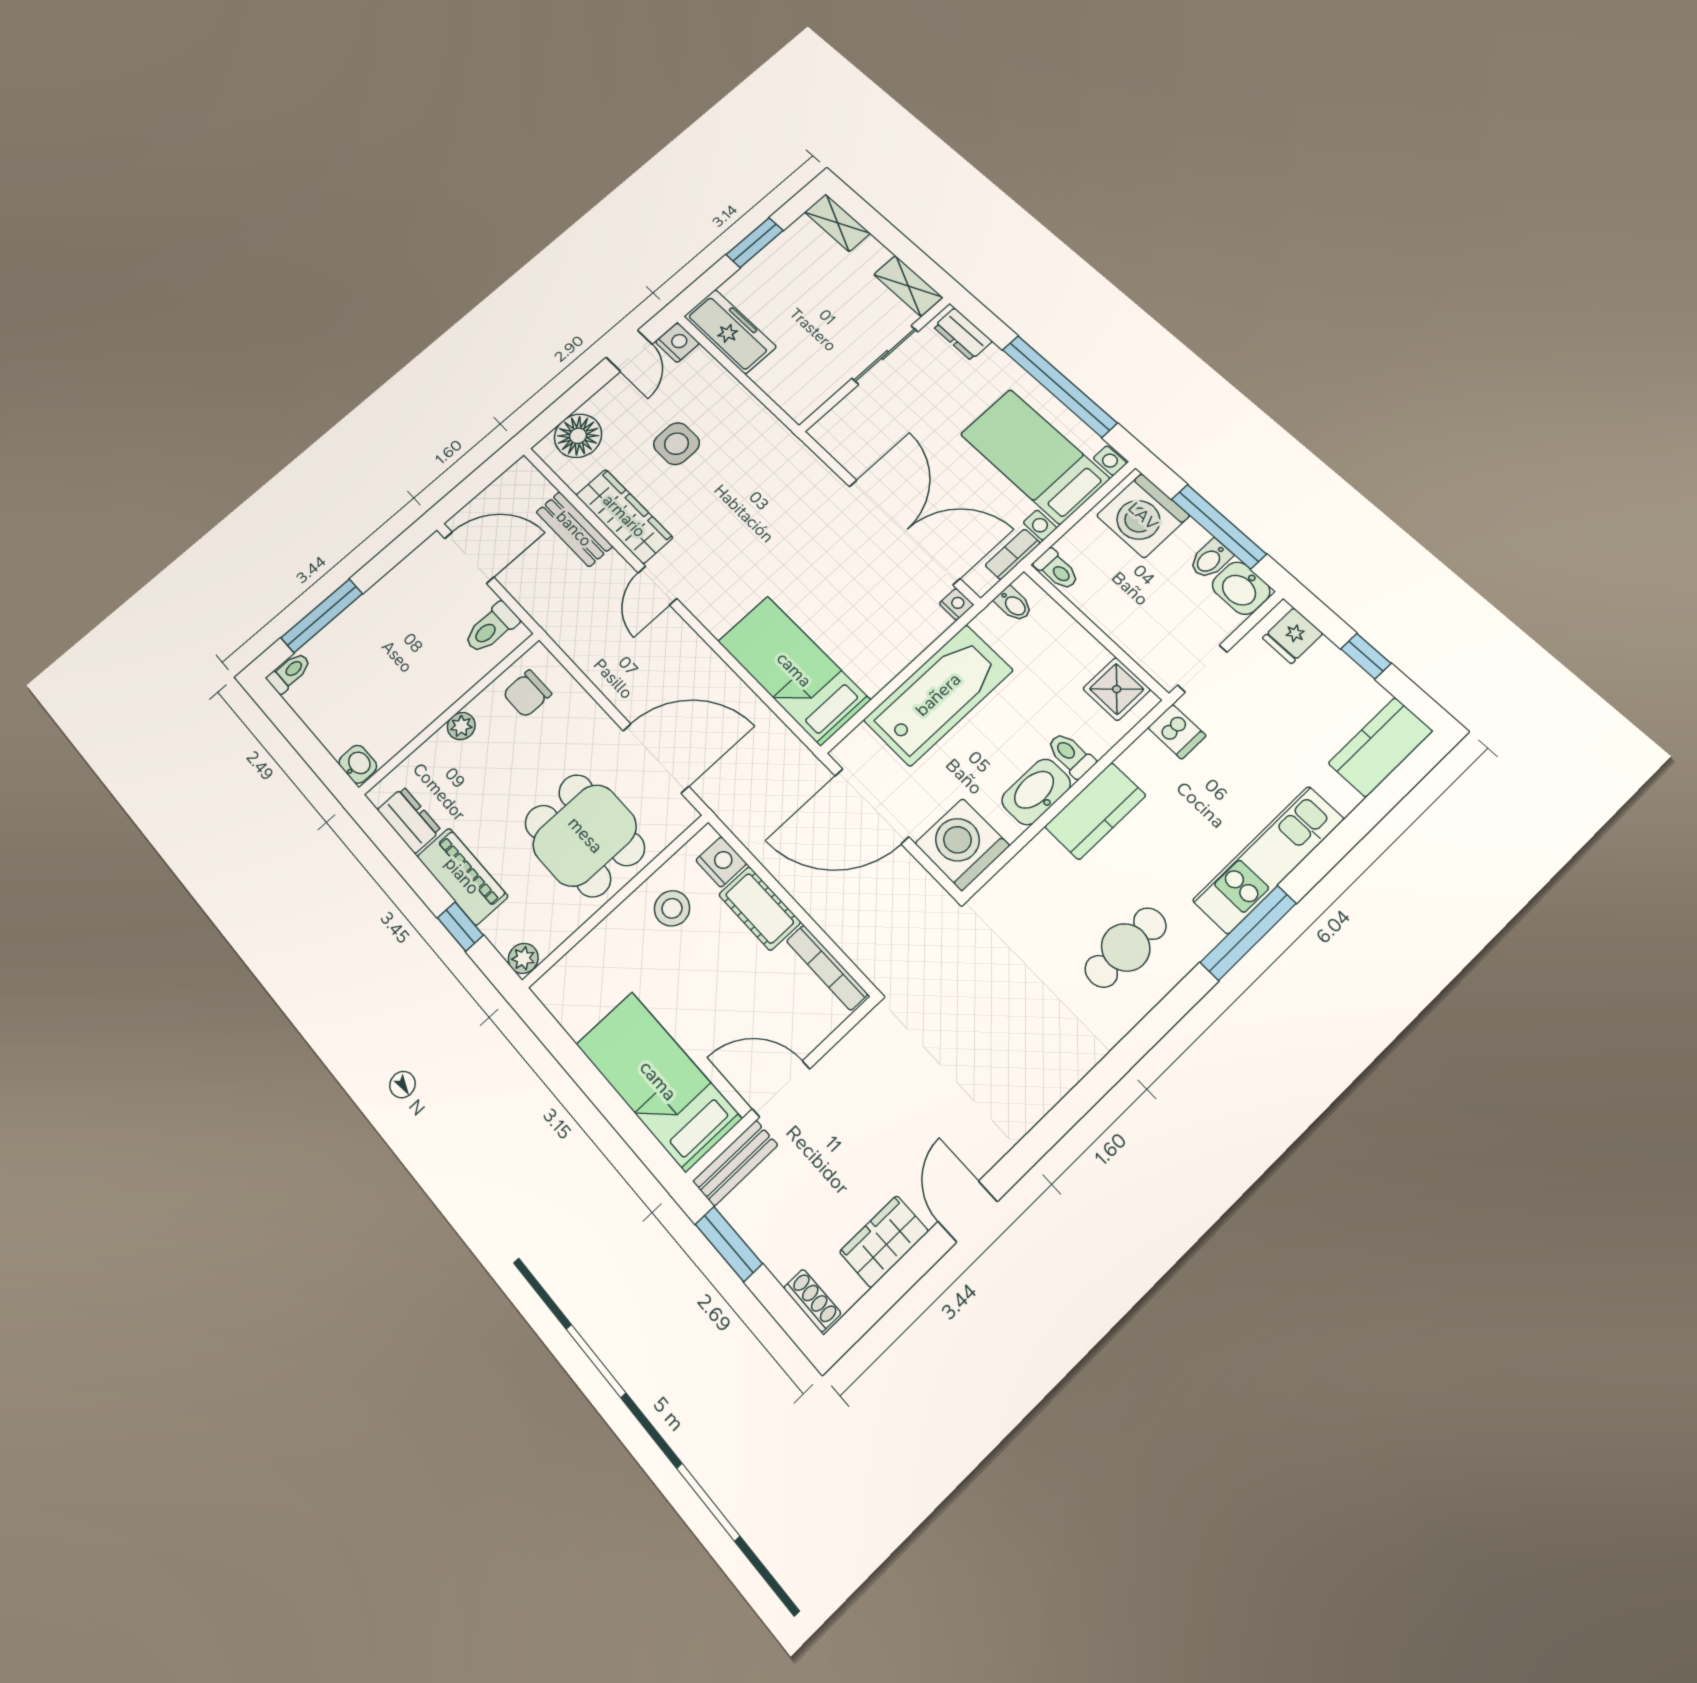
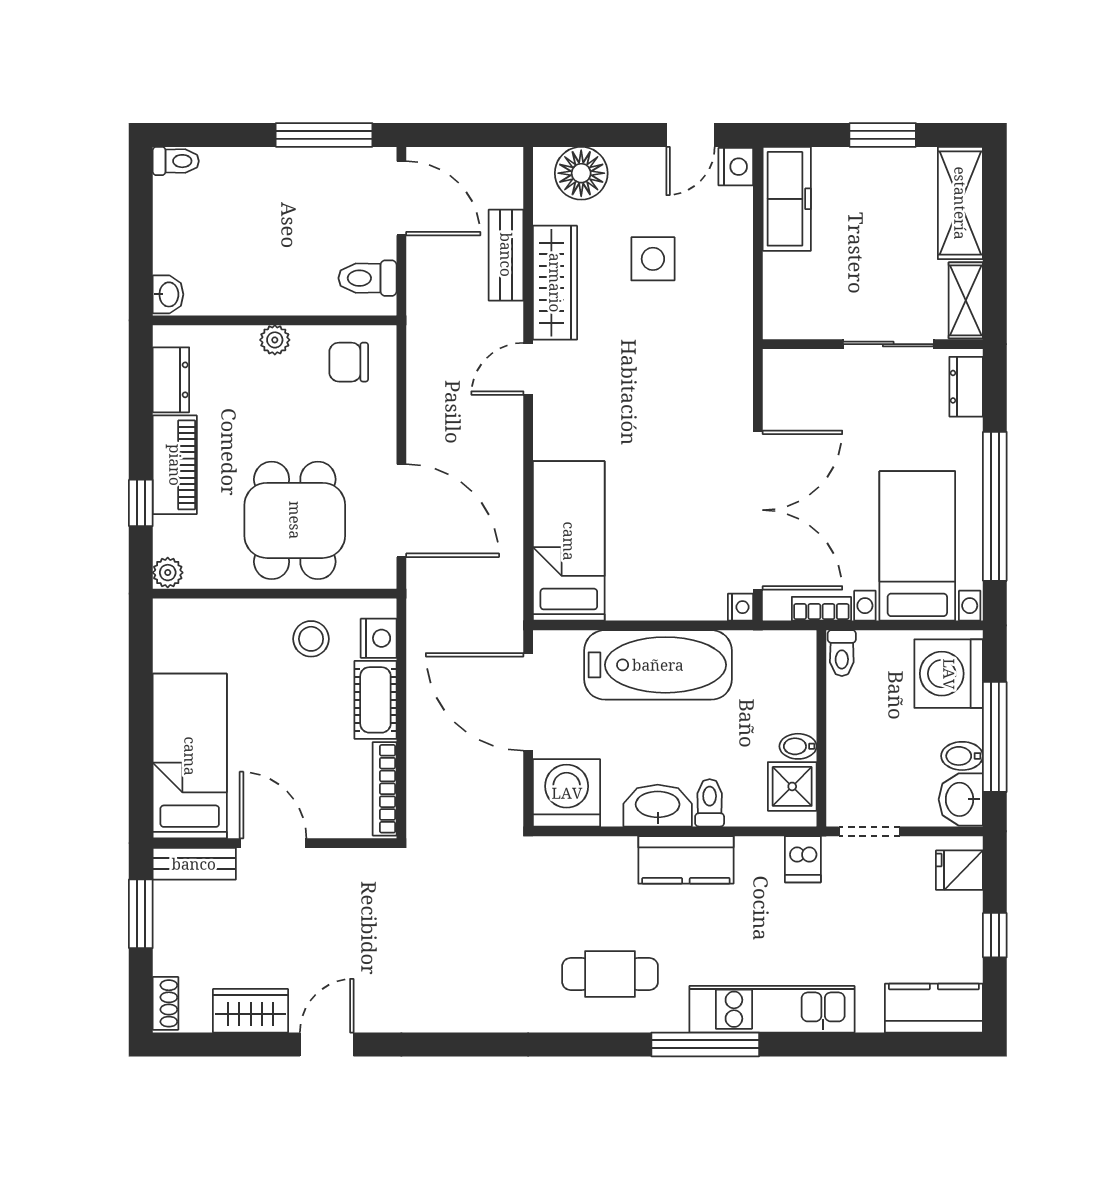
shelving: (837, 223) -> (960, 203), width x1.50, depth x1.33
bidet: (1014, 604) -> (798, 746), moved, turned 90
window: (322, 616) -> (324, 135), moved

